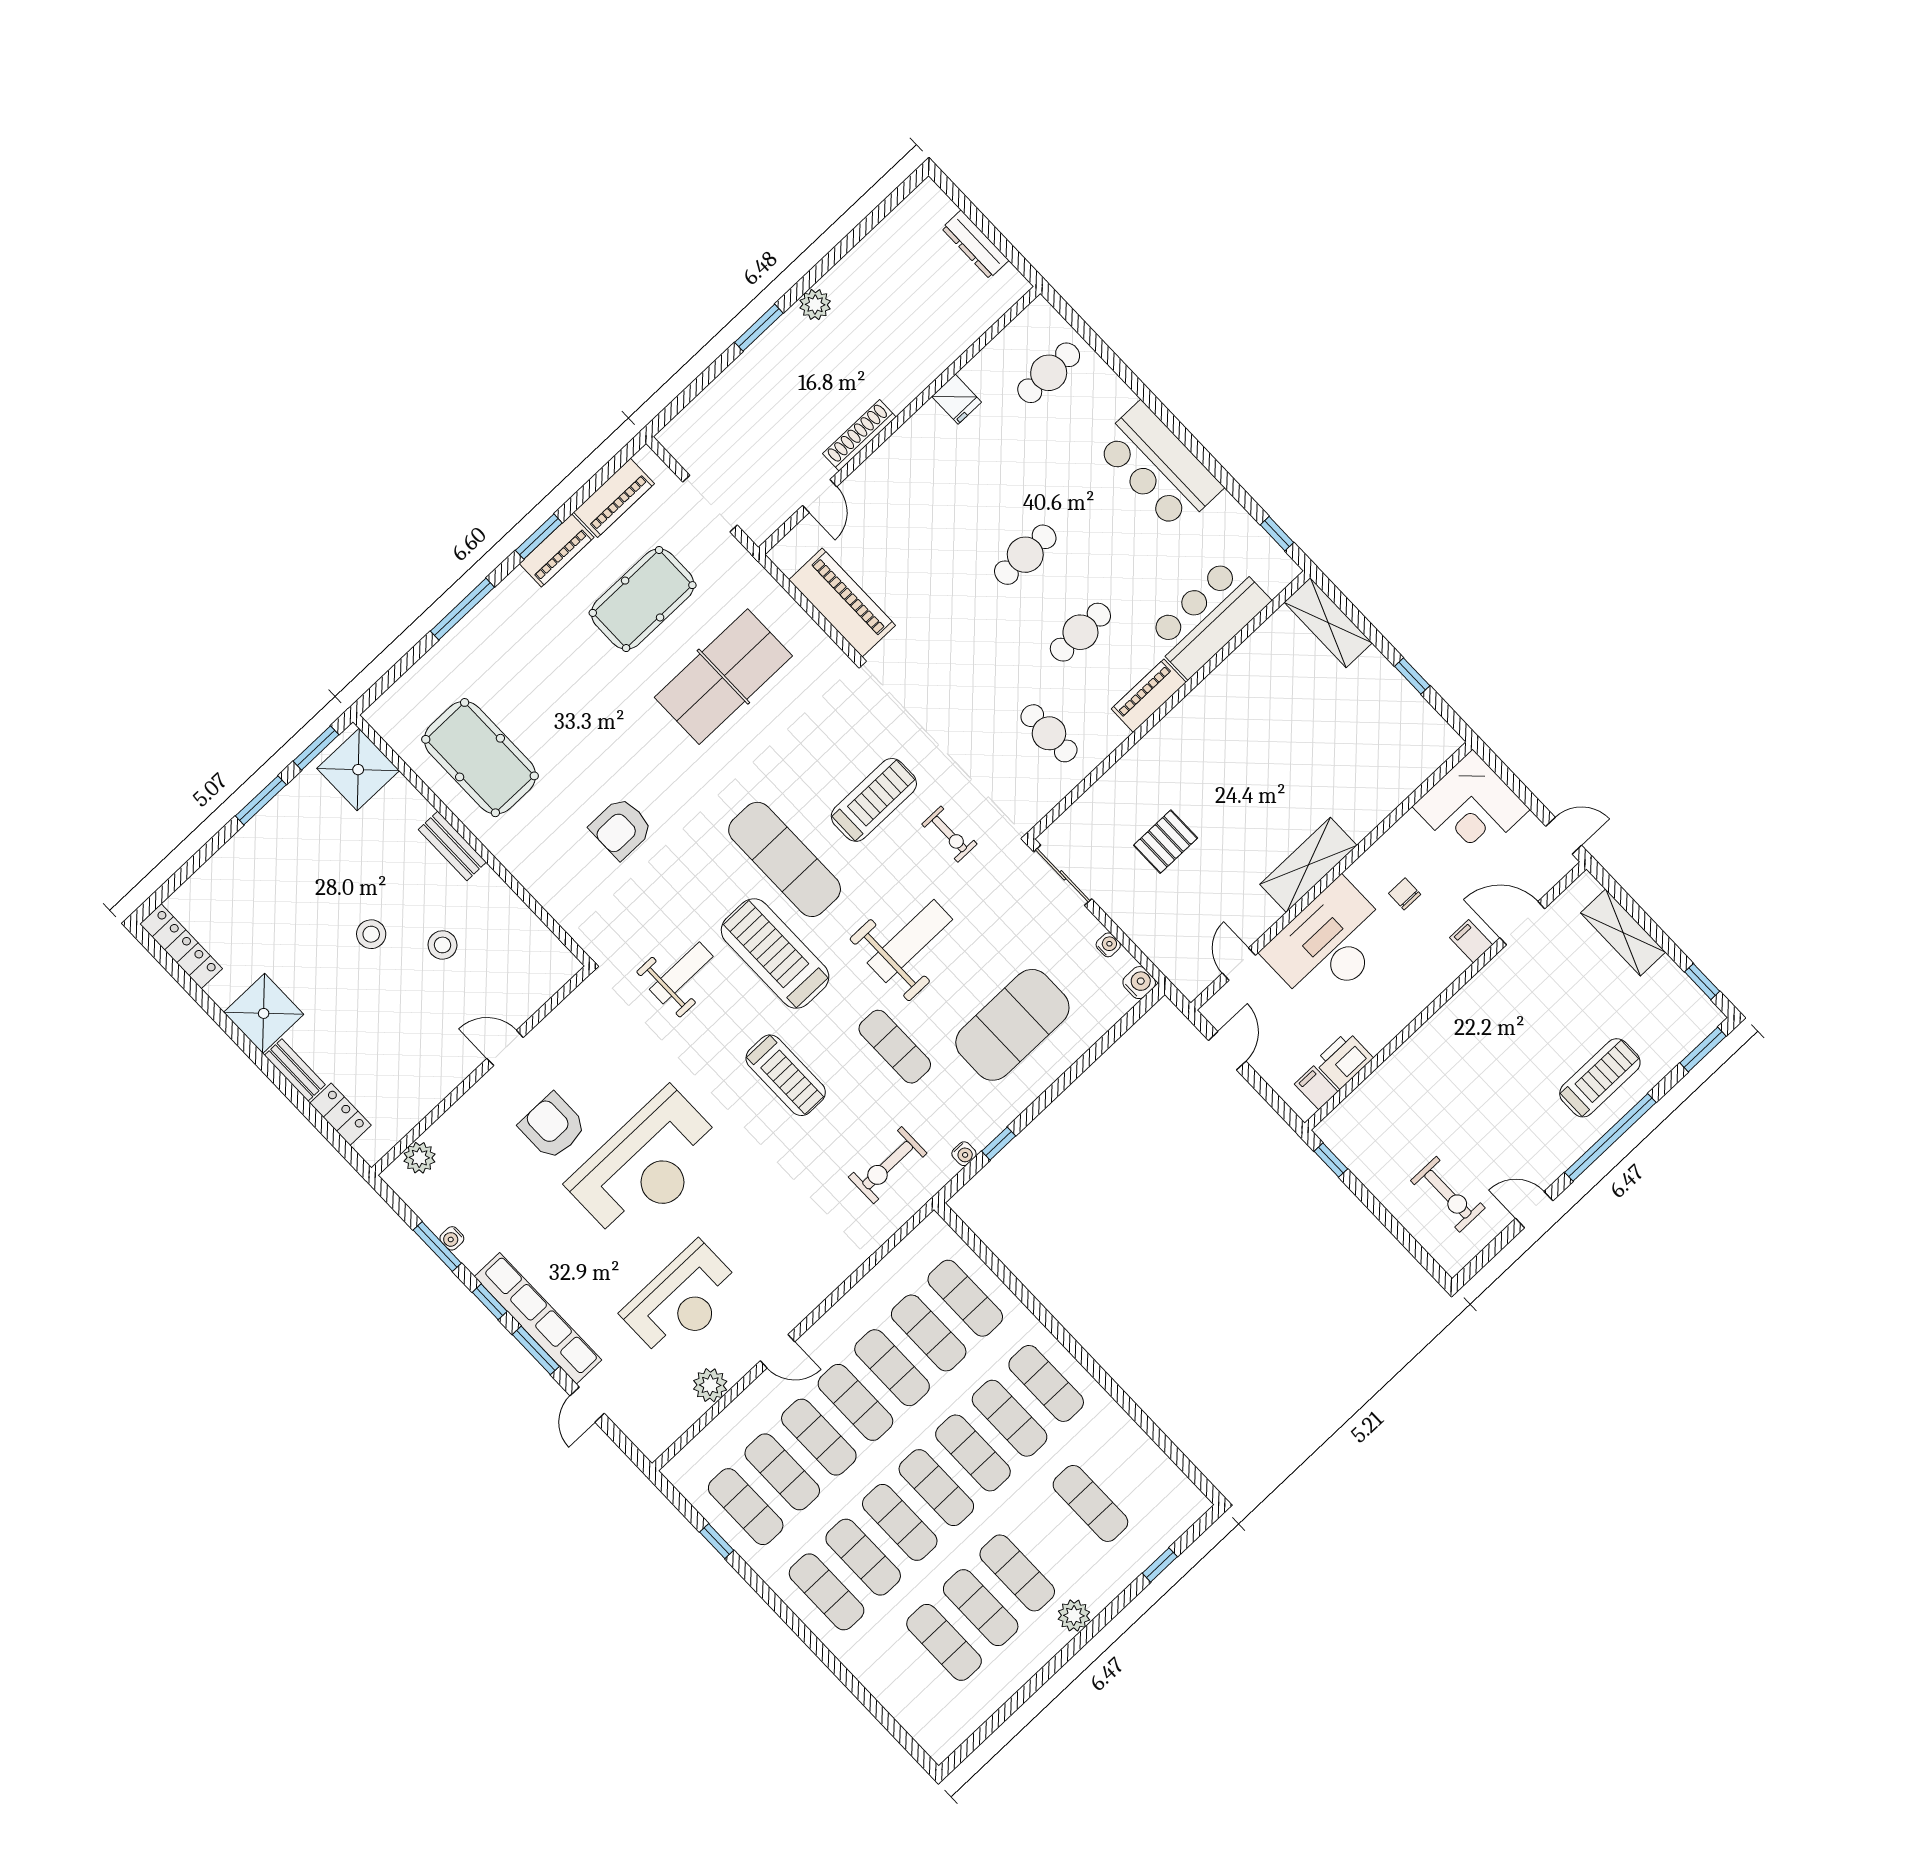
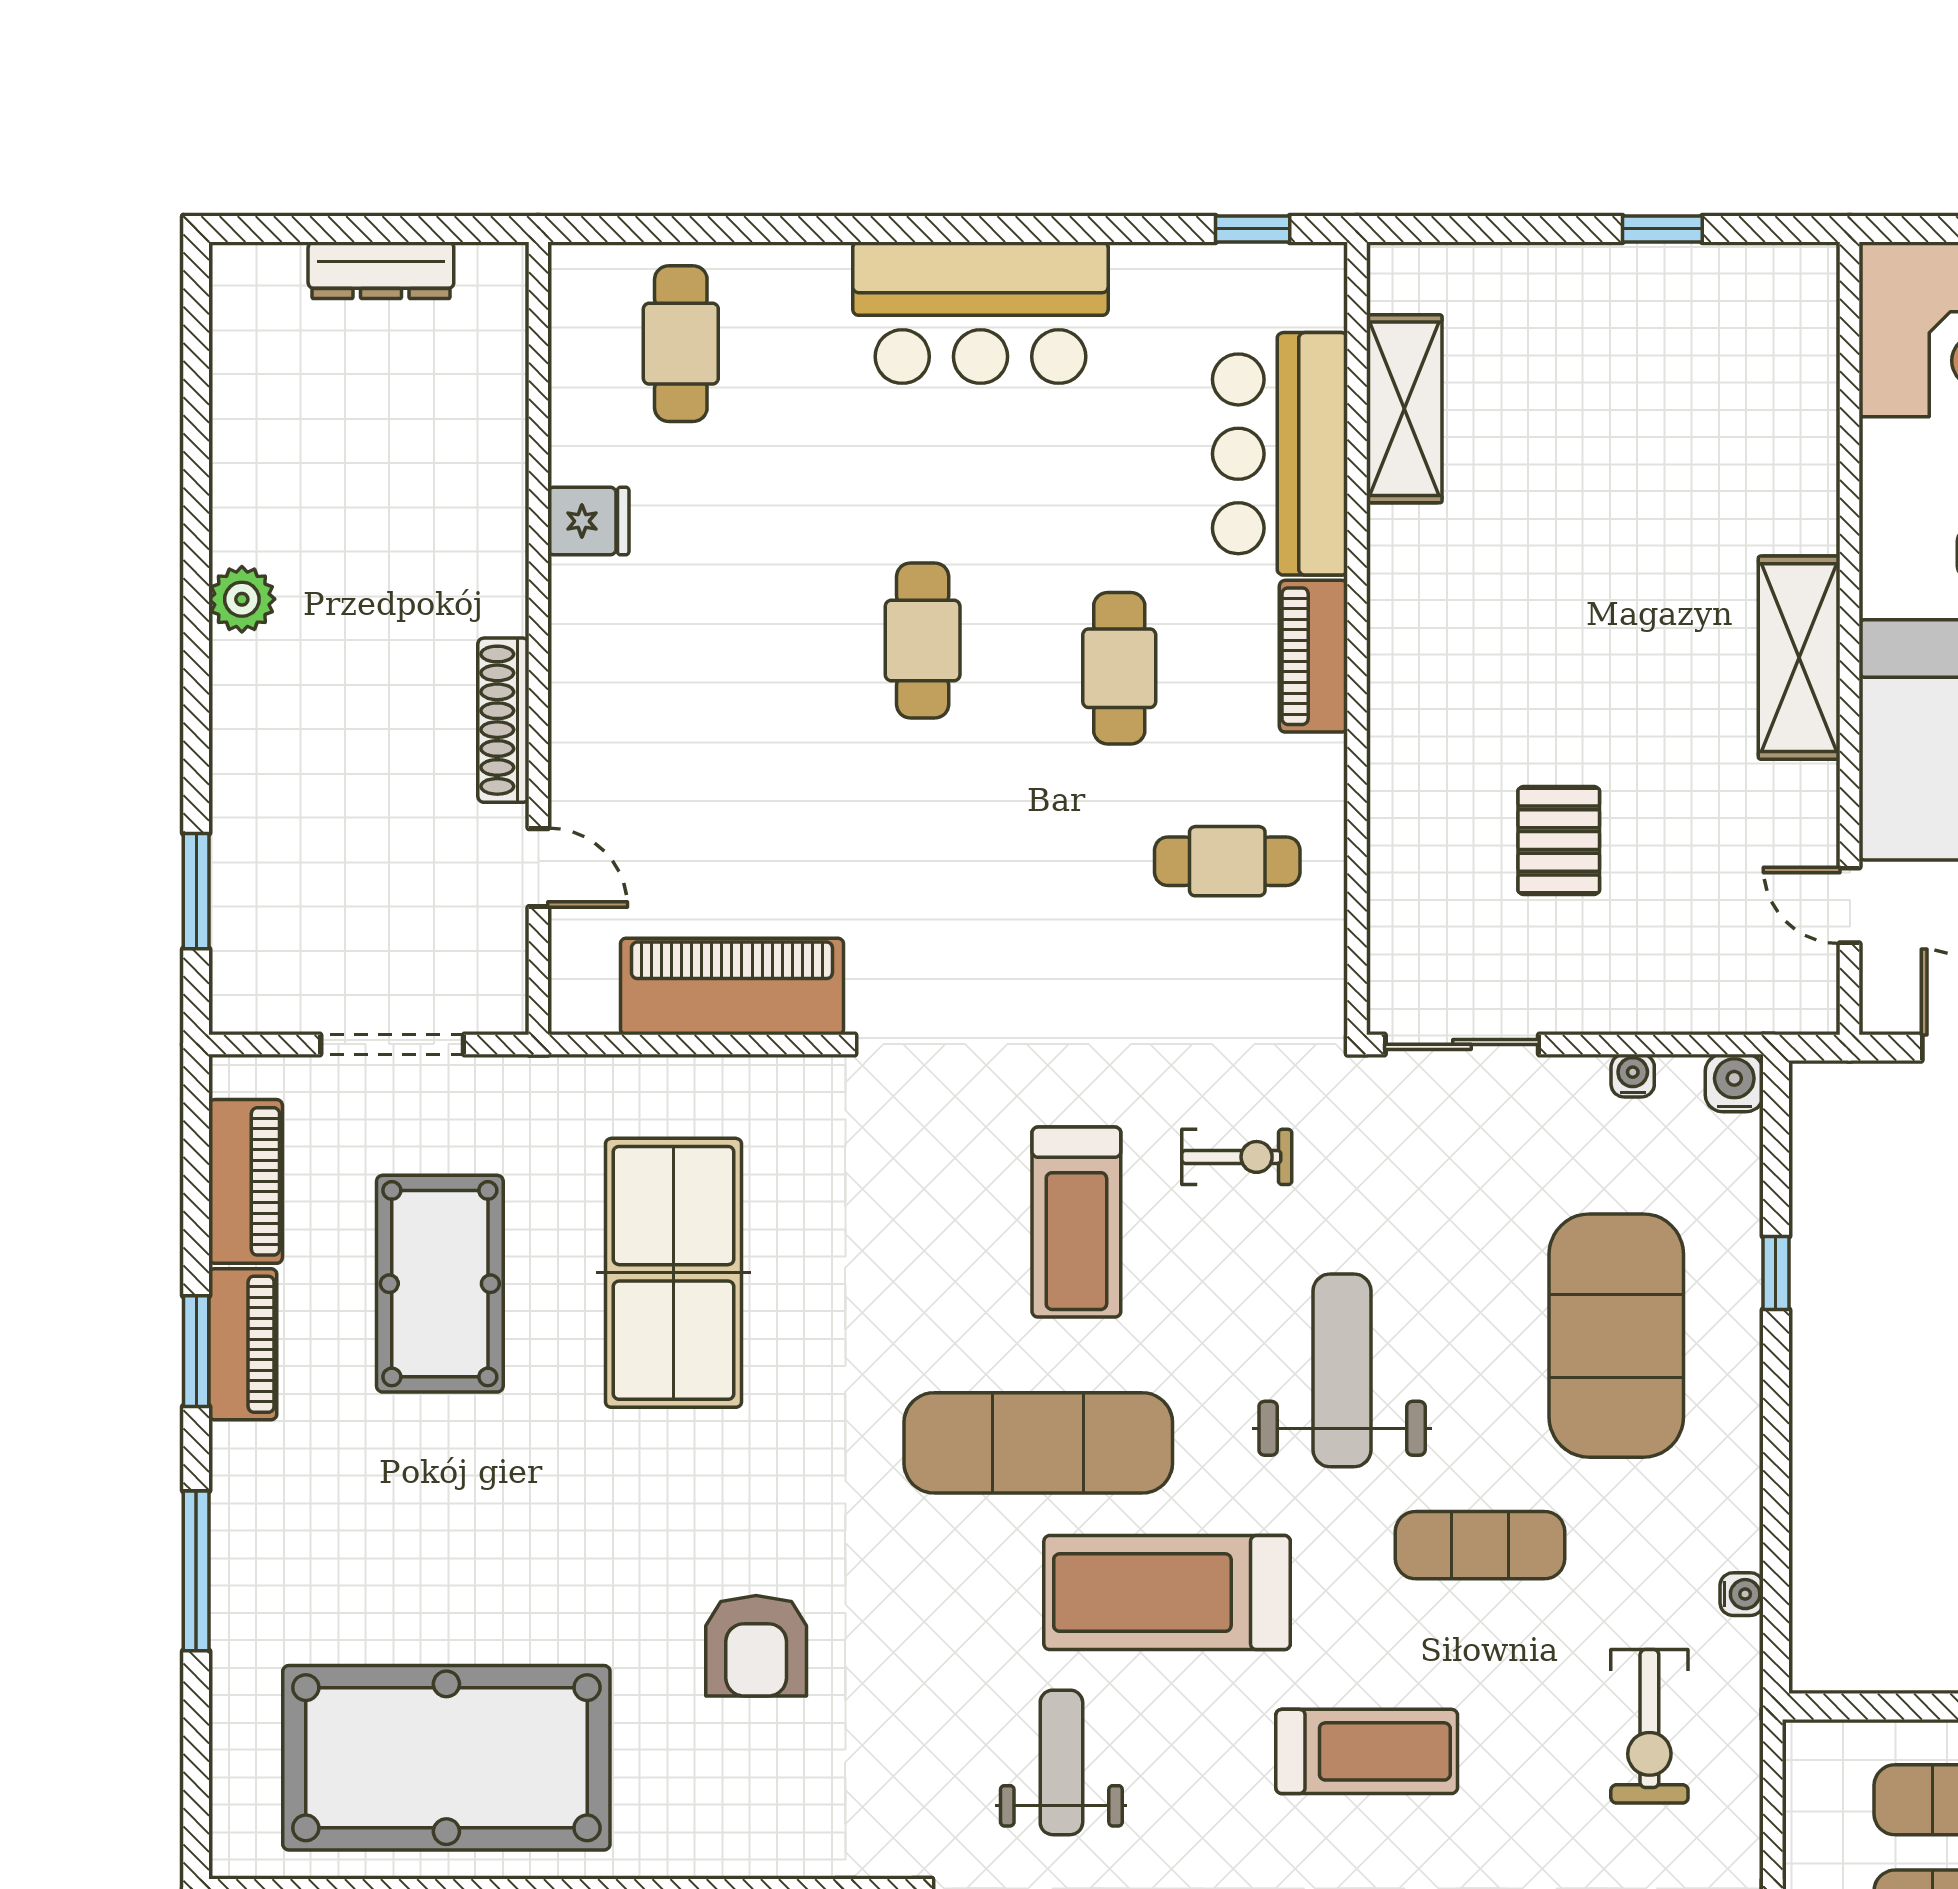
window: (759, 328) -> (196, 891), moved
shelving: (1328, 623) -> (1404, 409), moved, turned 90
pool table: (480, 758) -> (446, 1758), width x1.36, depth x1.32
treadmill: (874, 800) -> (1076, 1222), turned 180
window: (999, 1144) -> (1776, 1273), moved

